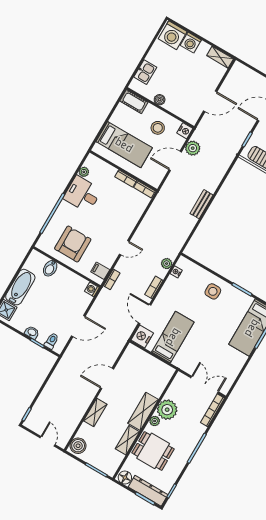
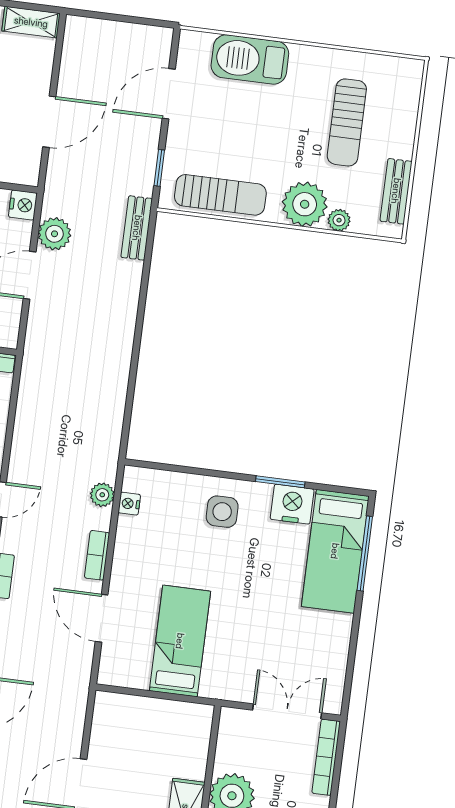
bench: (202, 204) -> (137, 228), moved
nightstand: (142, 336) -> (292, 504), moved, turned 90

